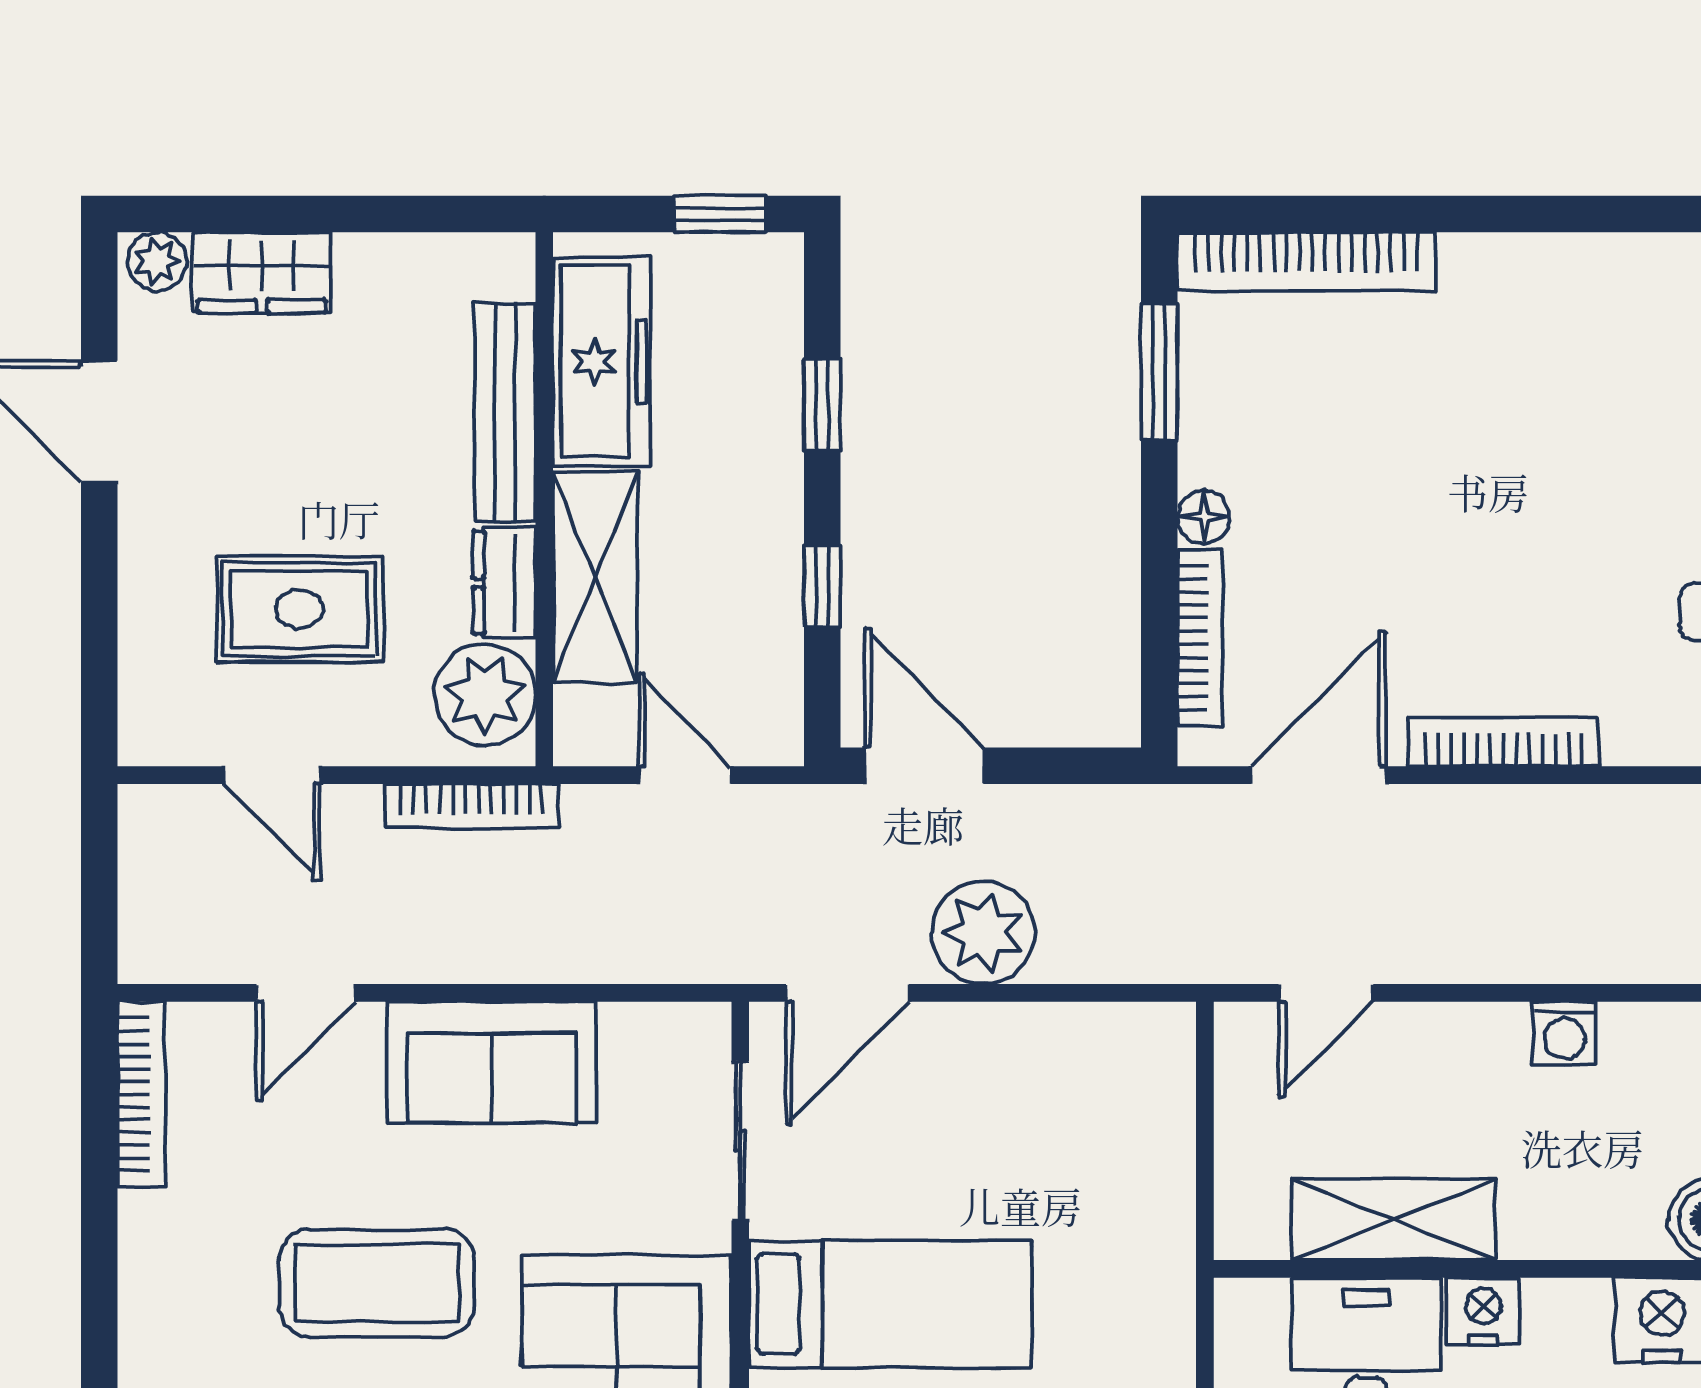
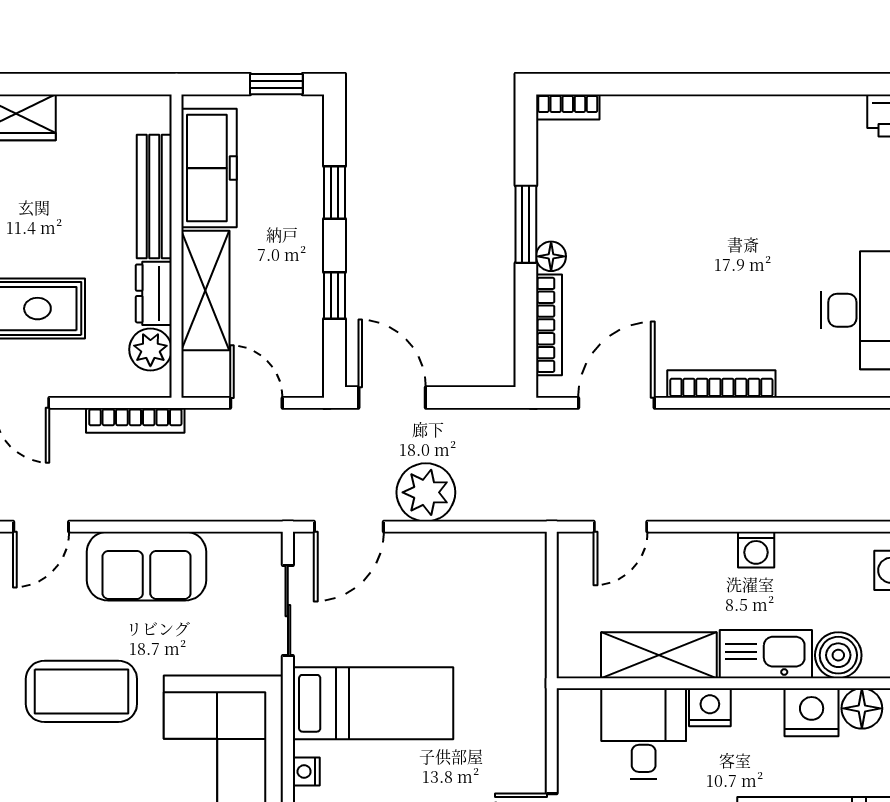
bookcase: (1306, 261) -> (568, 107), width x0.43, depth x0.76
window: (1159, 372) -> (526, 224), moved
plant: (485, 695) -> (150, 349), width x0.73, depth x0.73
kitchen sink: (1582, 1217) -> (766, 654), added

